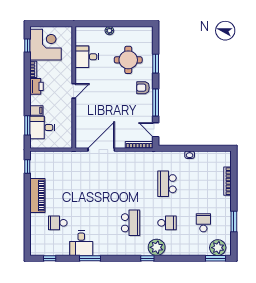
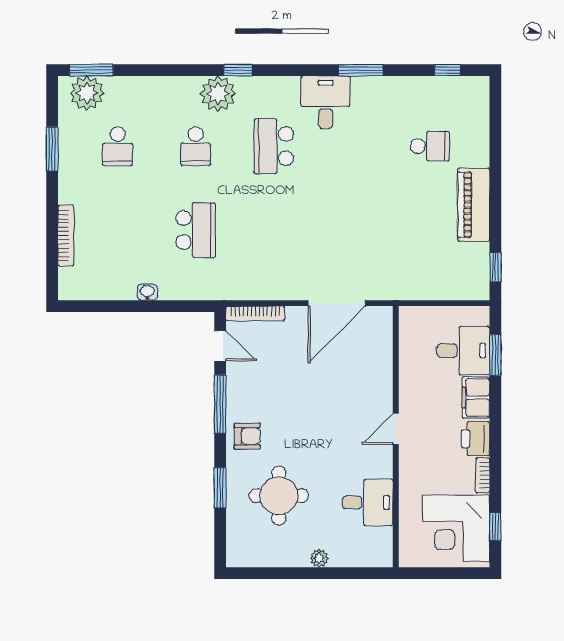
filing cabinet: (36, 110) -> (476, 397), width x2.00
school desk: (167, 223) -> (196, 146), turned -90
desk: (81, 243) -> (326, 102), moved

